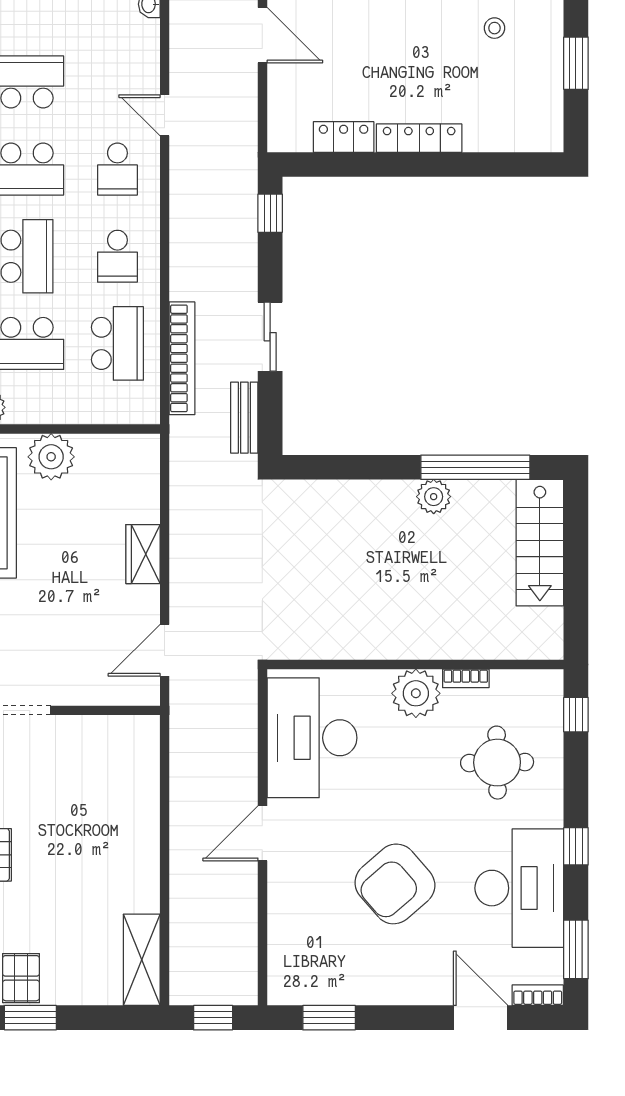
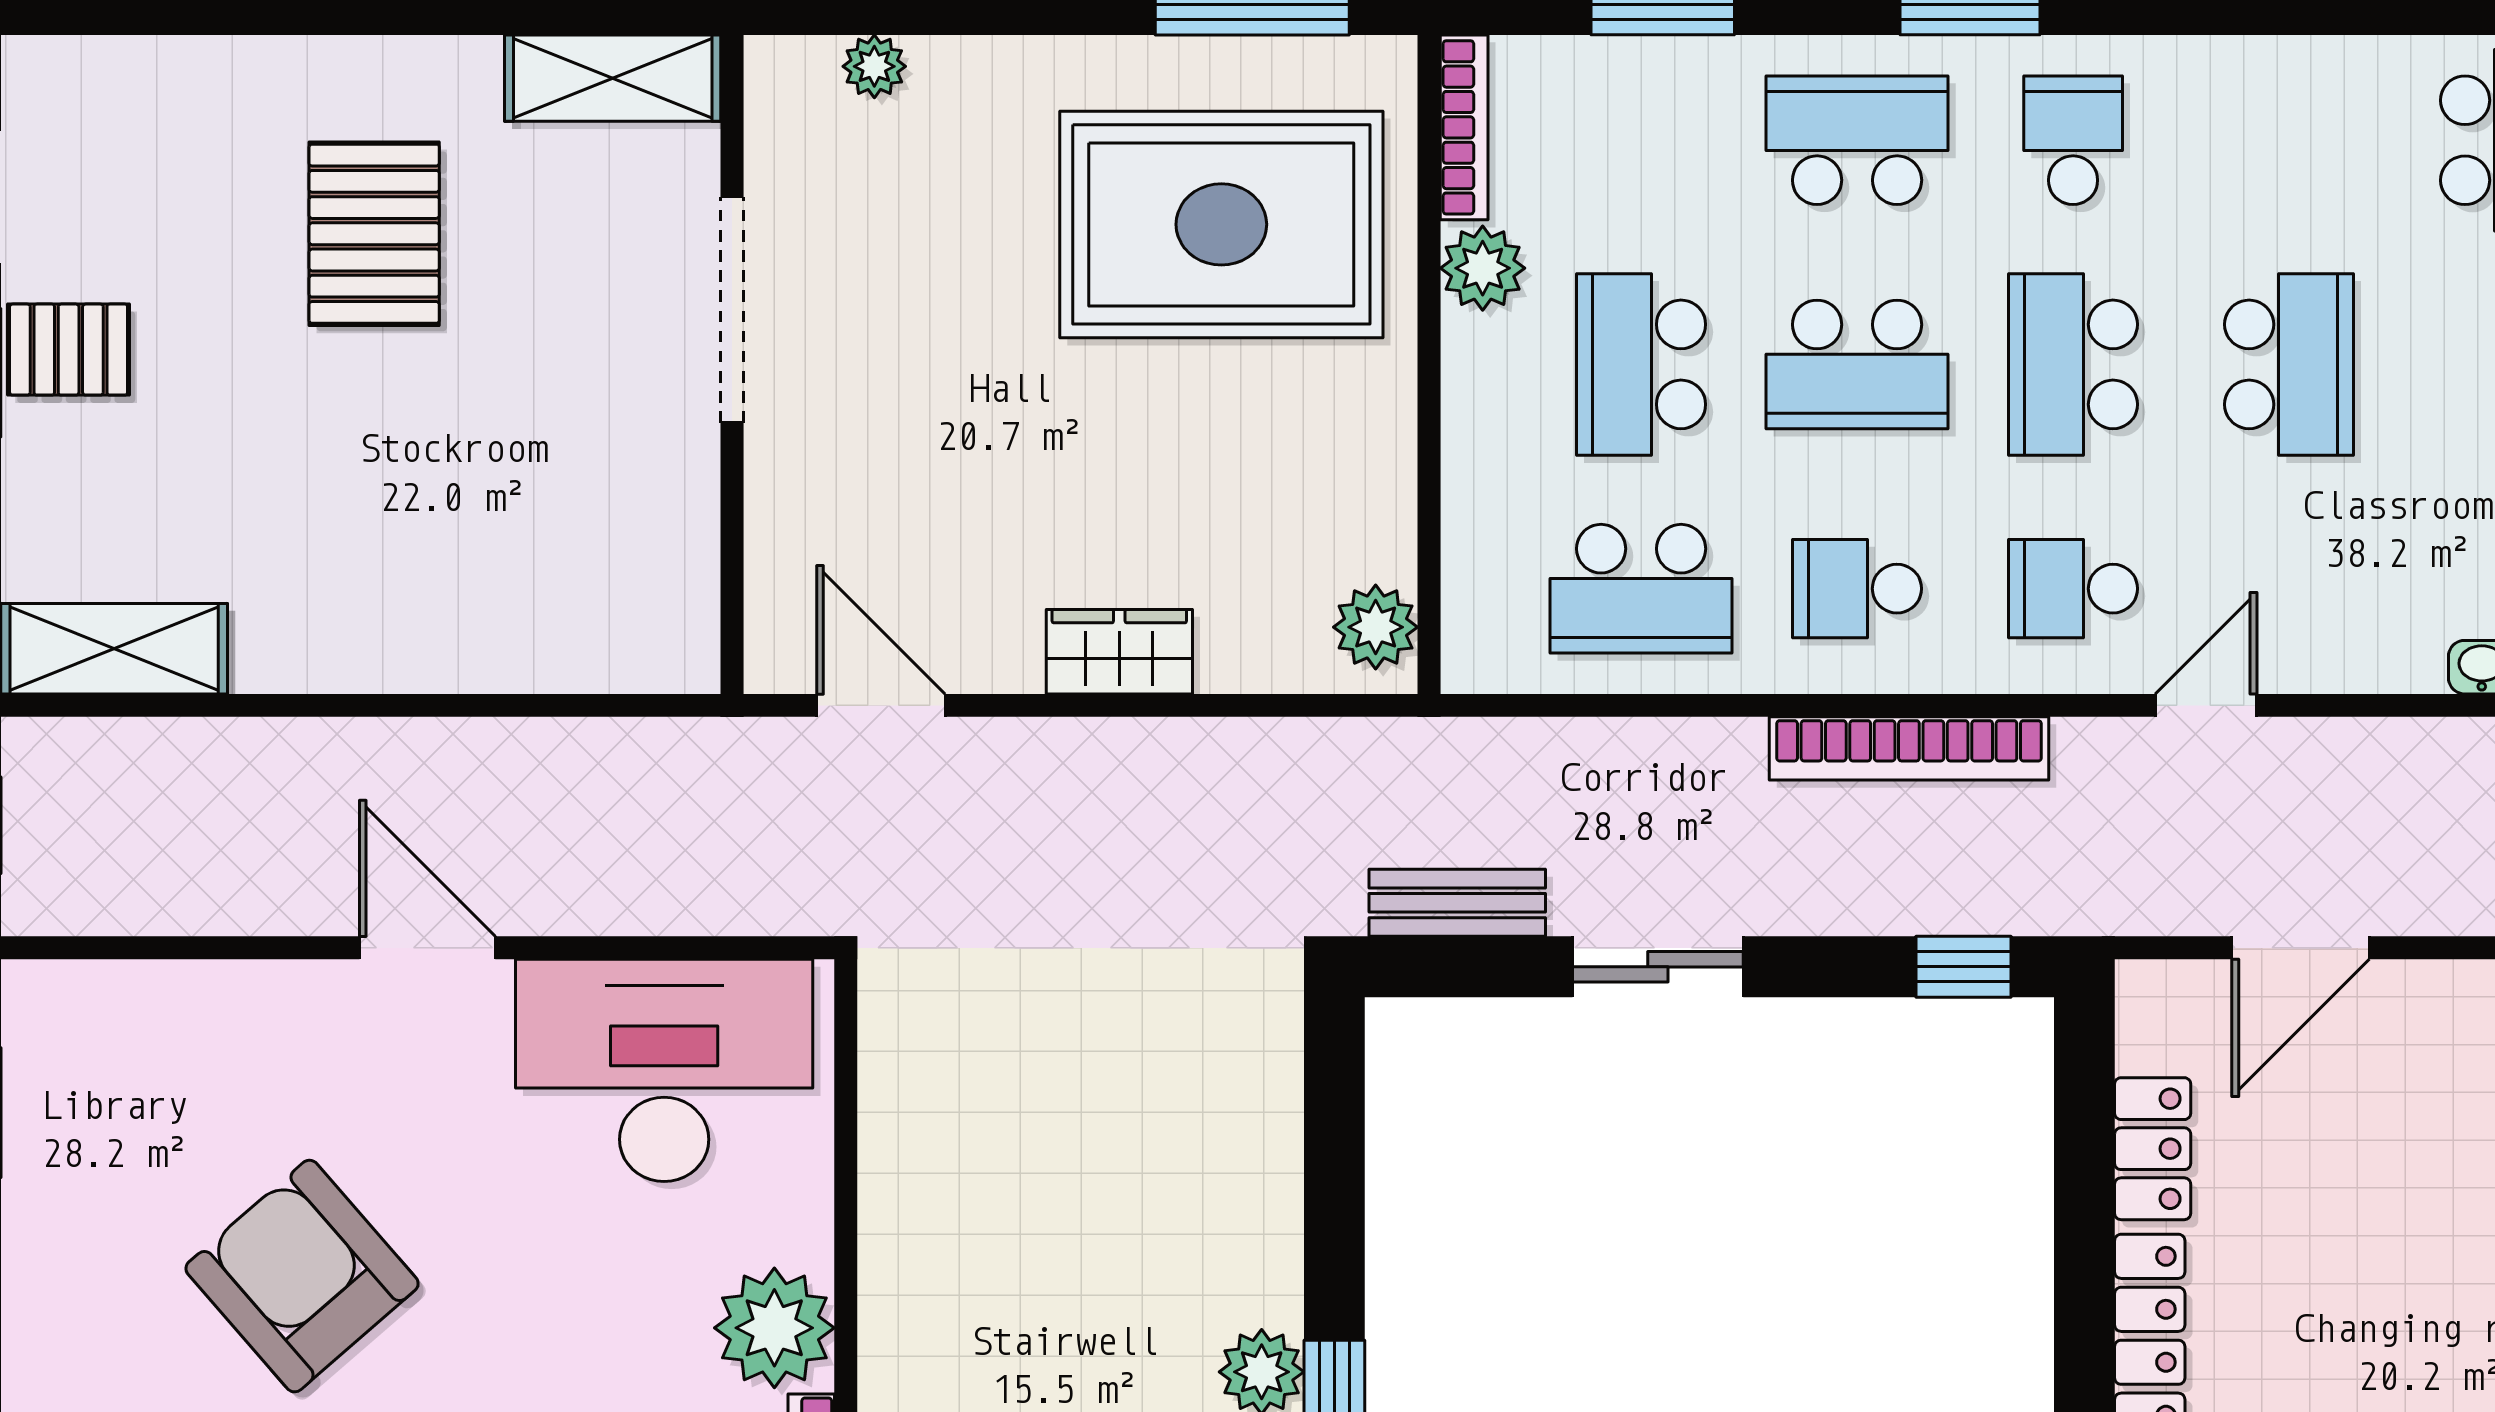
door: (262, 35) -> (2301, 948), moved
bookcase: (182, 358) -> (1909, 748), moved
plant: (51, 457) -> (1376, 627), moved, width x0.73, depth x0.73

